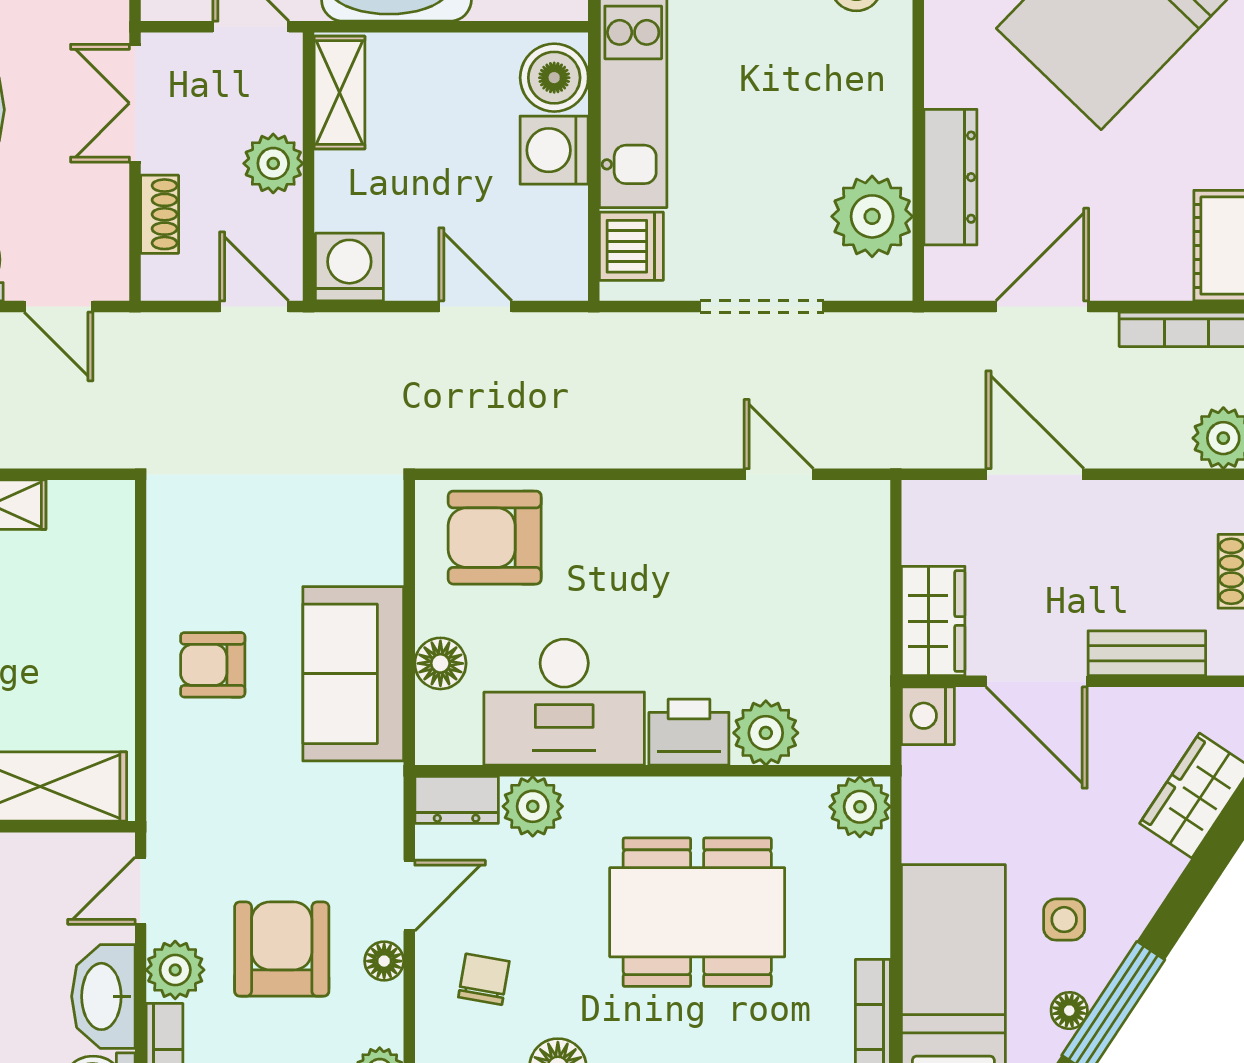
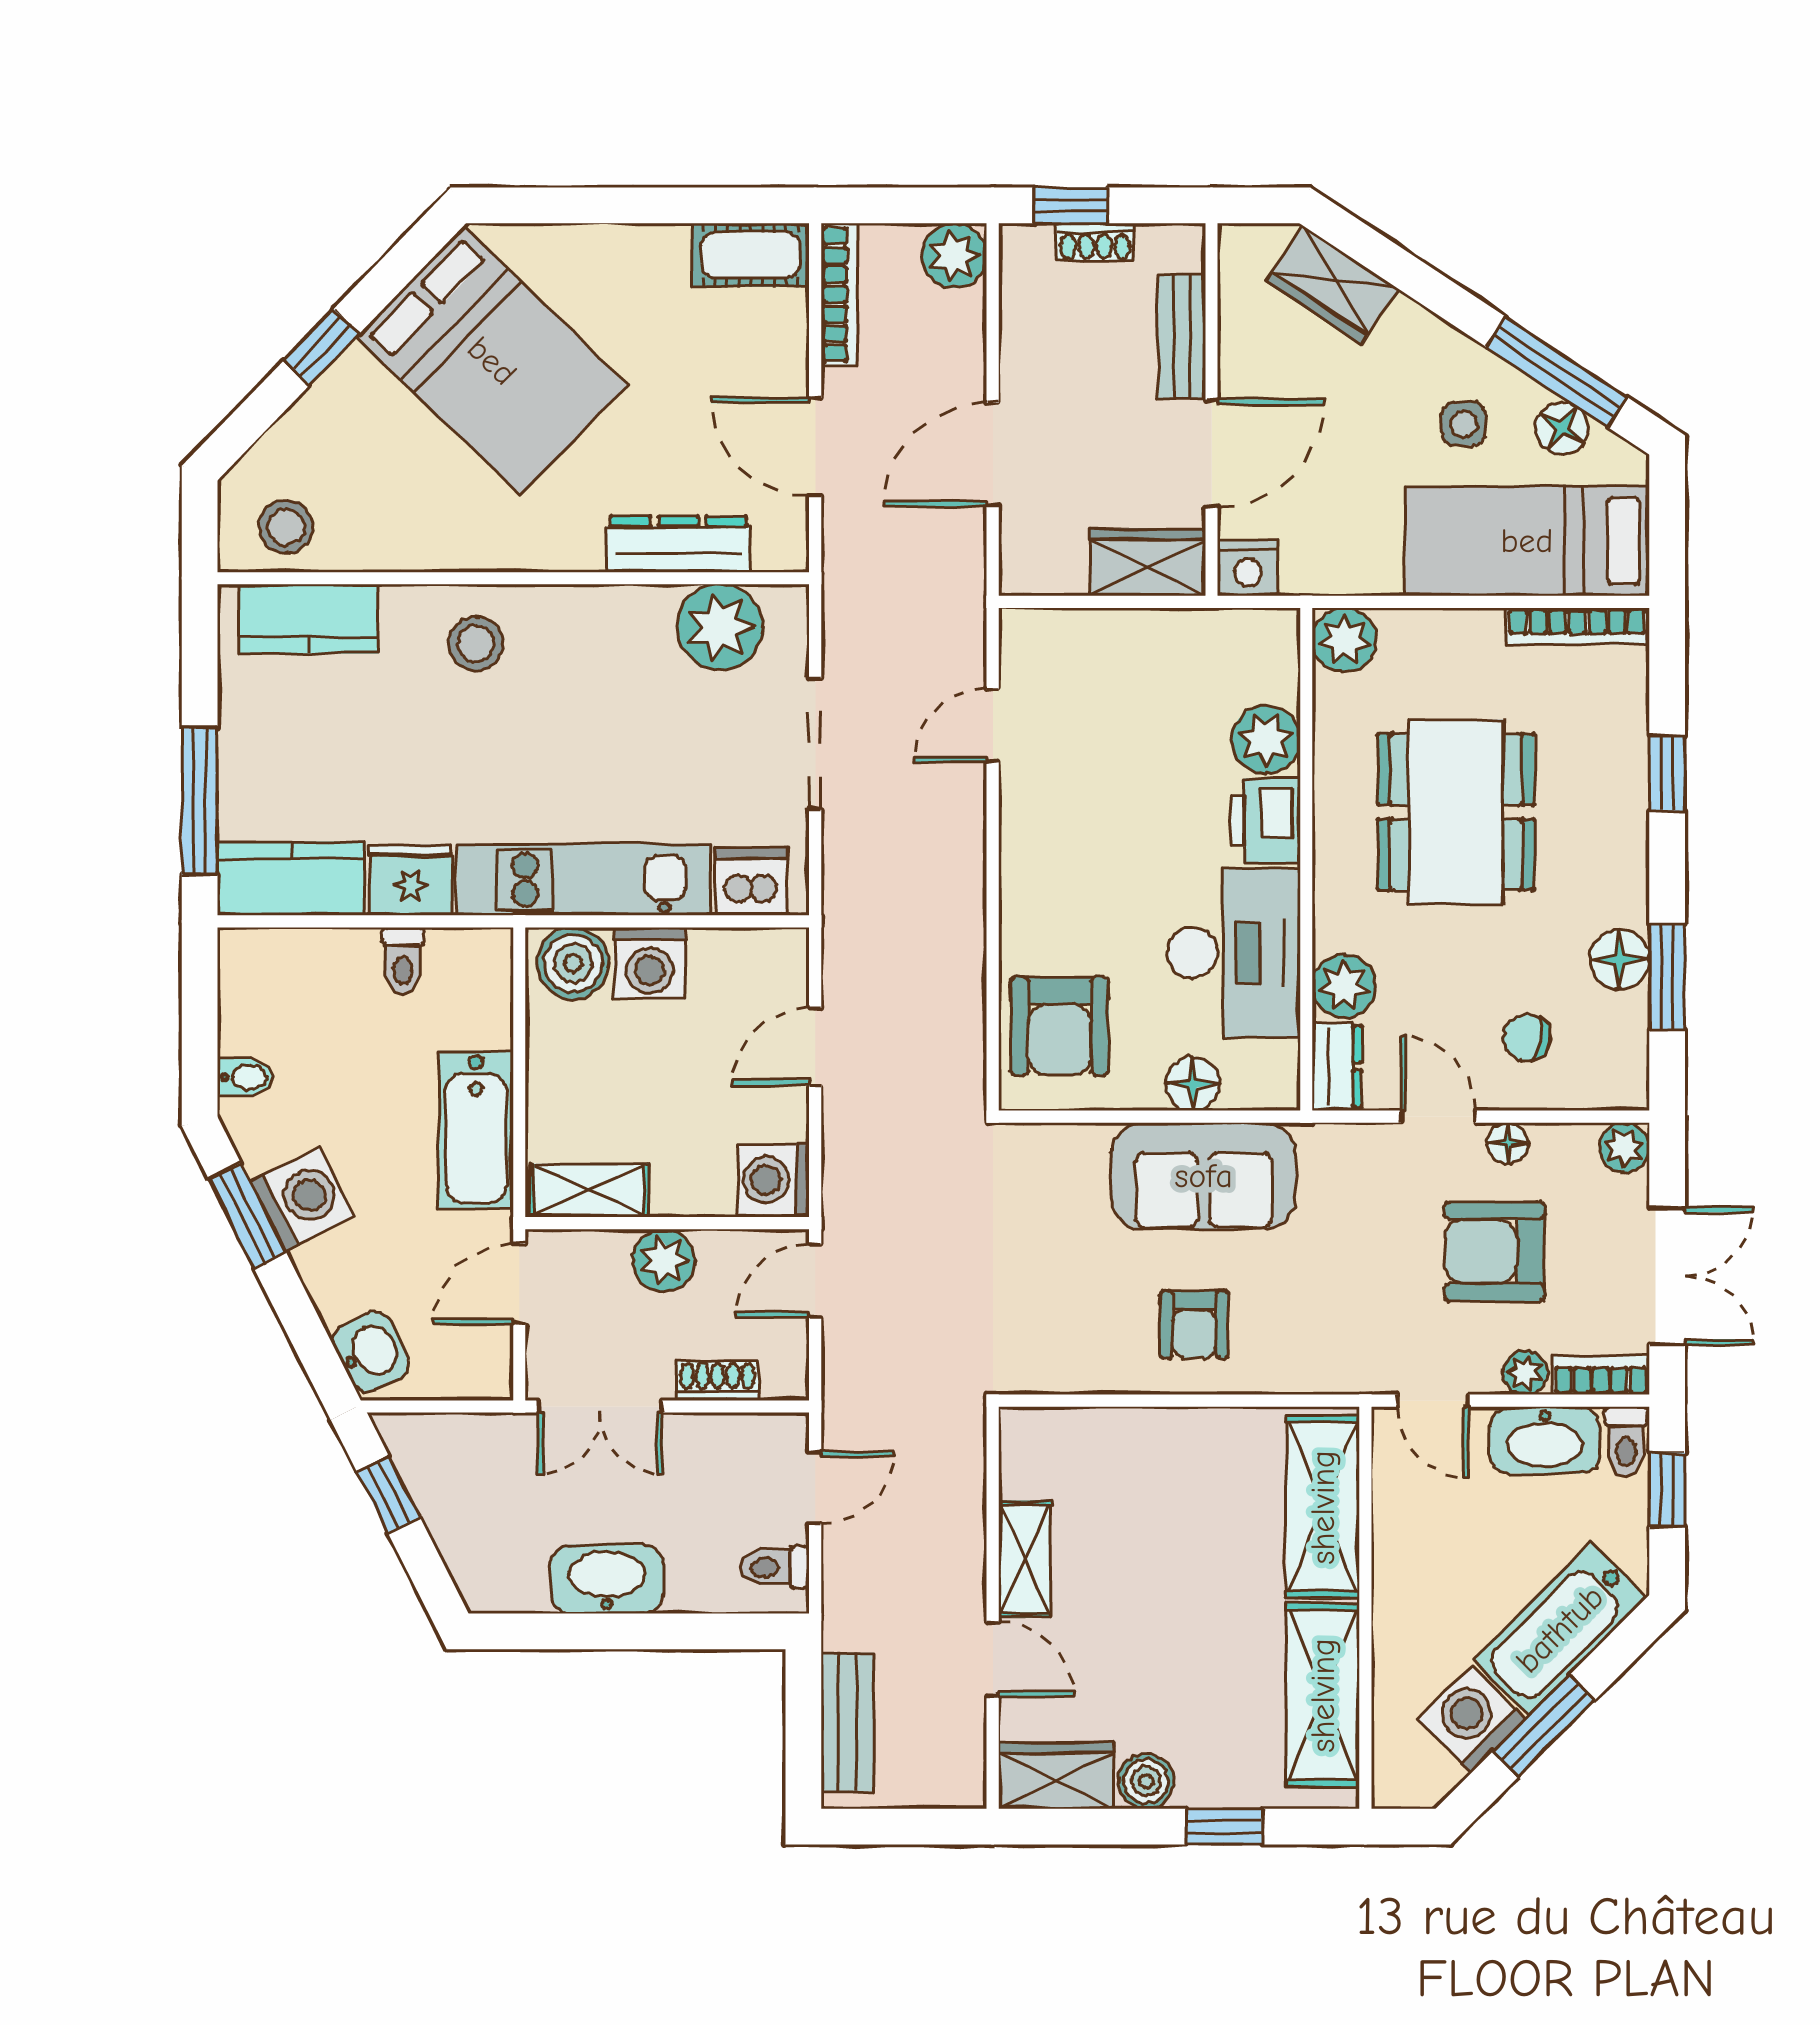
plant: (175, 970) -> (1525, 1372), width x0.73, depth x0.73
floor lamp: (1069, 1011) -> (1562, 428), width x1.37, depth x1.37

